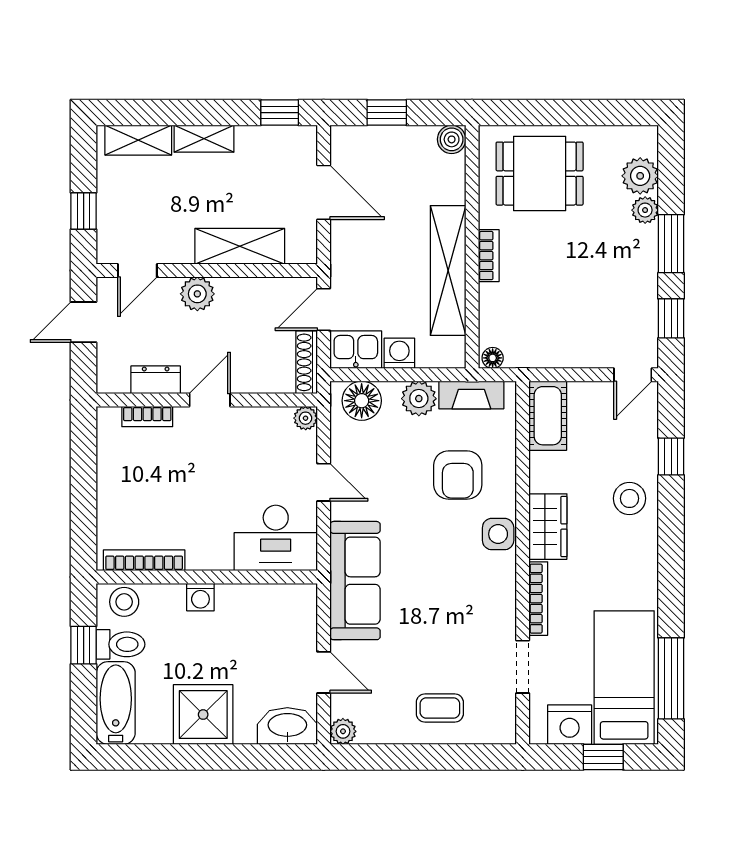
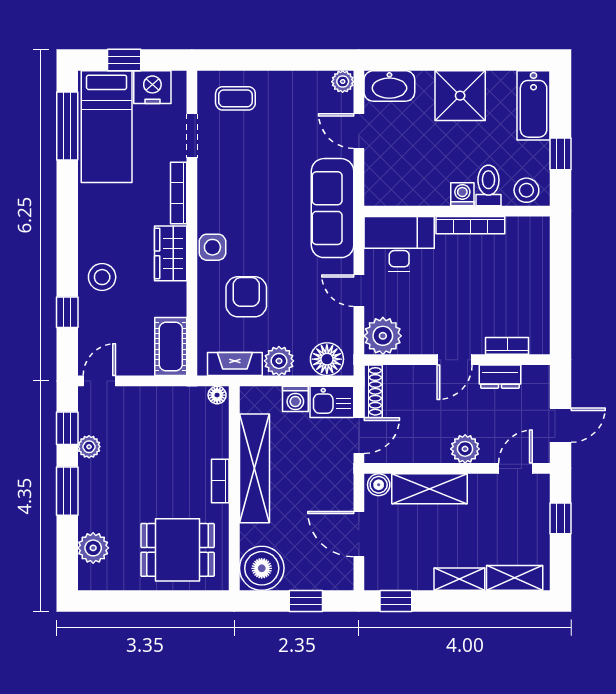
boiler: (452, 139) -> (262, 568), width x1.86, depth x1.86
plant: (645, 210) -> (89, 447), moved
boiler: (300, 251) -> (379, 485), added
plant: (306, 418) -> (383, 336), width x1.88, depth x1.88
bookcase: (144, 560) -> (470, 225), moved
toilet: (120, 644) -> (488, 185), moved, turned 90
coffee table: (440, 708) -> (235, 98), moved

